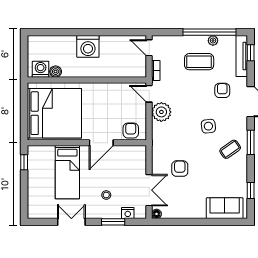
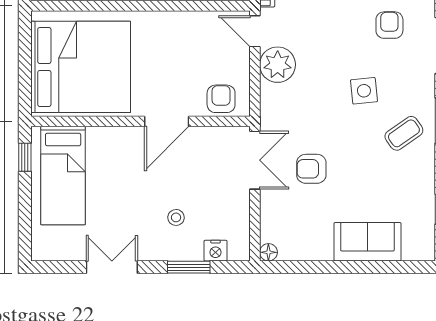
armchair: (180, 169) -> (311, 169), turned -90
bed: (67, 172) -> (63, 175), moved
double door: (149, 190) -> (255, 160), moved
sofa: (225, 208) -> (367, 242), moved

